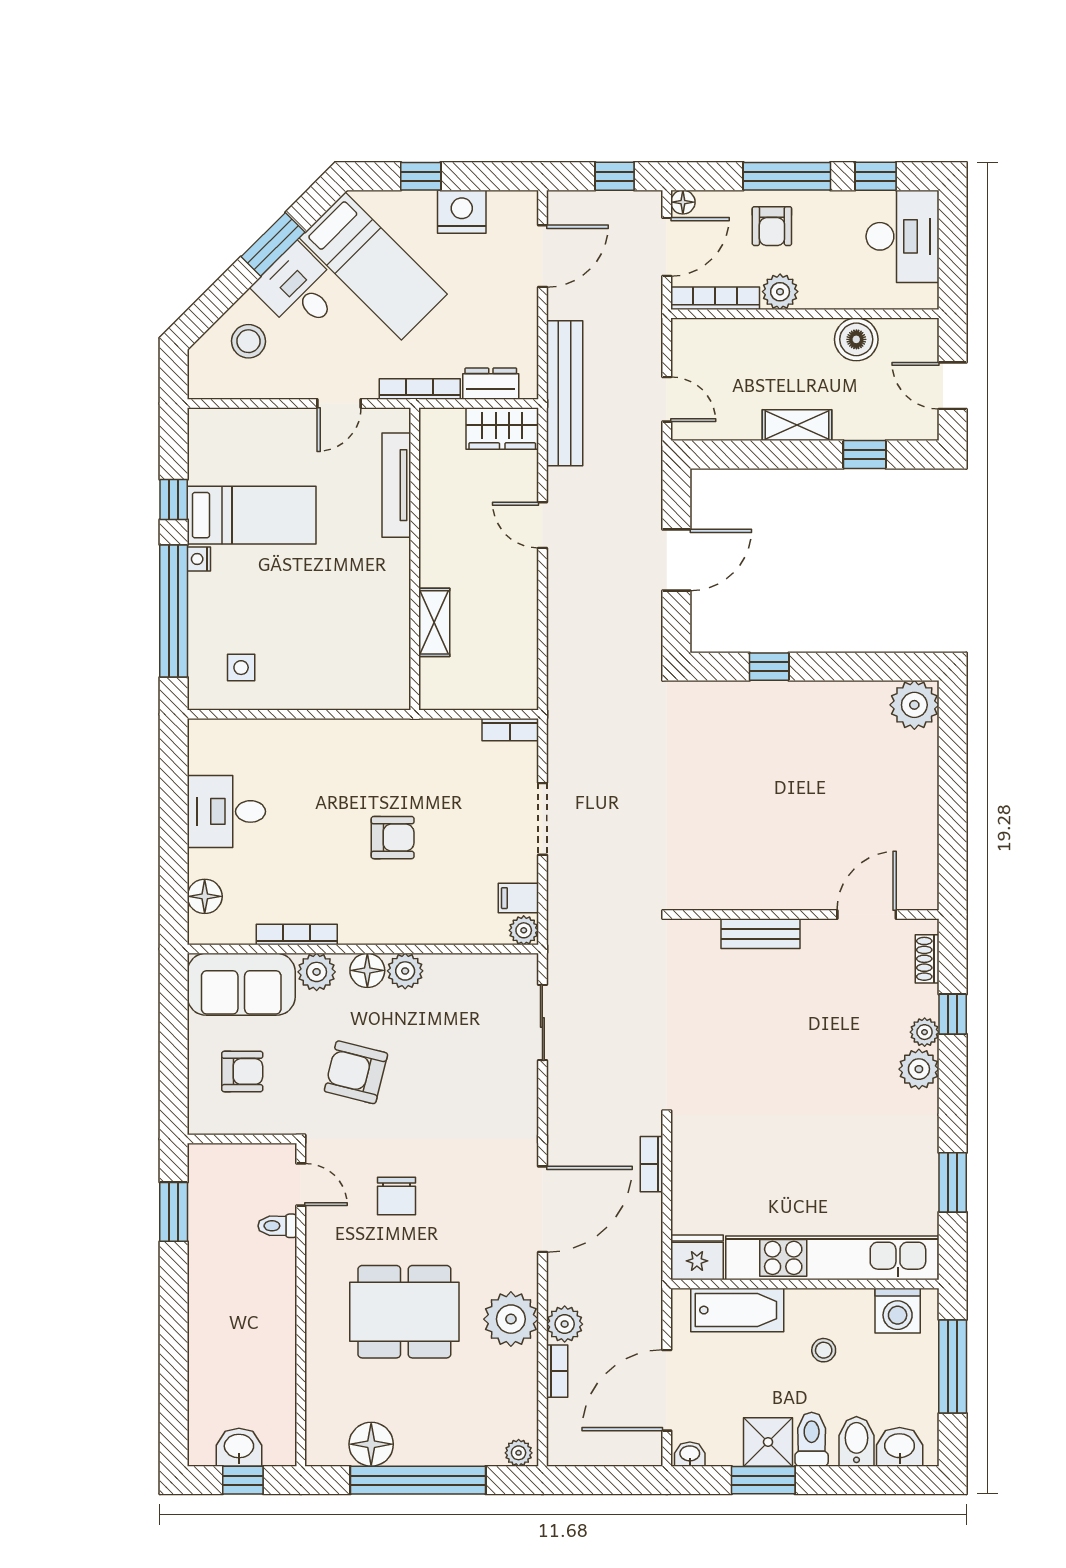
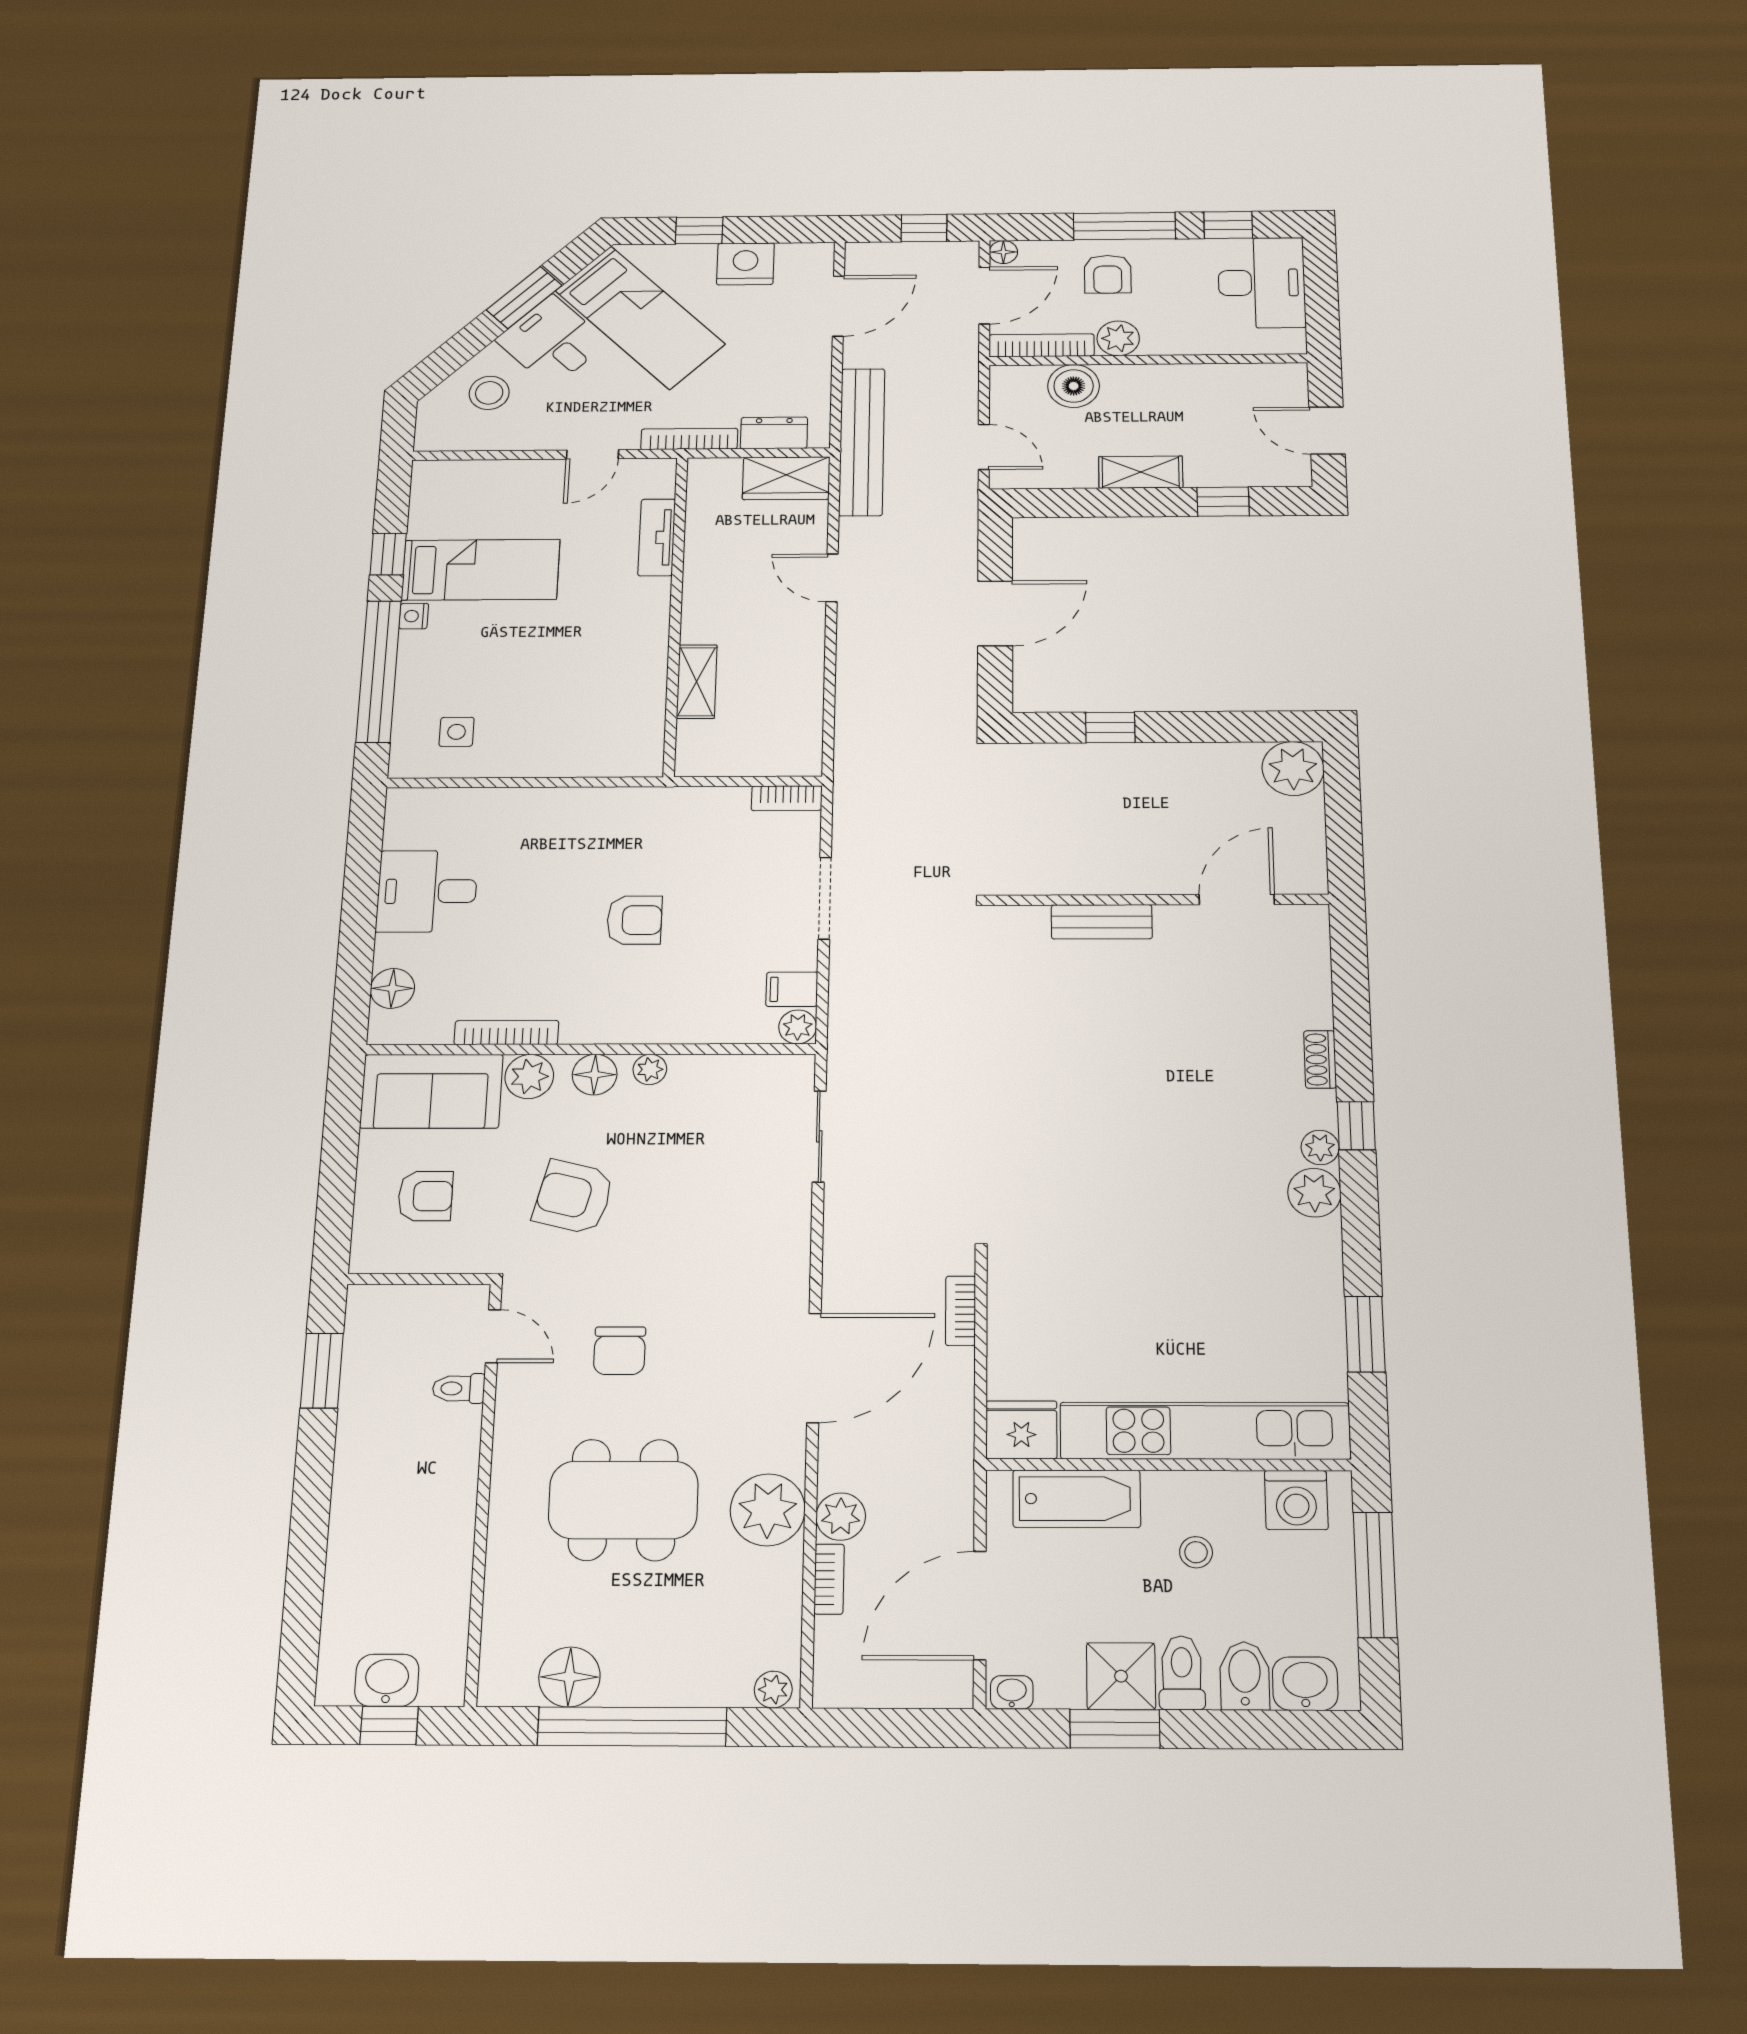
boiler: (856, 339) -> (1074, 386), moved
tv unit: (396, 485) -> (657, 537), width x0.71
wall: (805, 915) -> (1158, 900), moved
door: (867, 915) -> (1237, 899), moved
bench: (760, 934) -> (1102, 922), moved
plant: (405, 971) -> (650, 1069), width x0.73, depth x0.73

